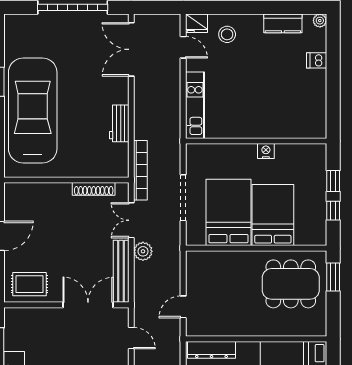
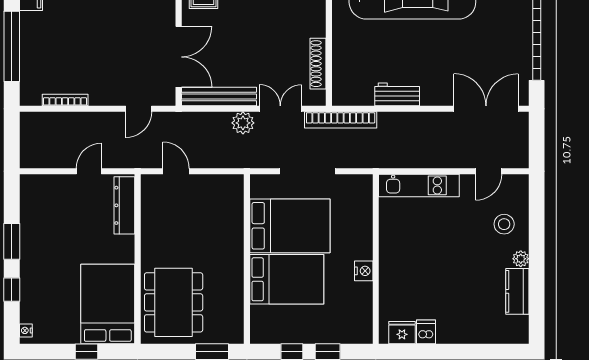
plant: (320, 21) -> (521, 259), moved
fridge: (196, 23) -> (402, 333), moved, turned 90
dishwasher: (317, 60) -> (426, 332), moved
dining table: (291, 284) -> (174, 302), moved

